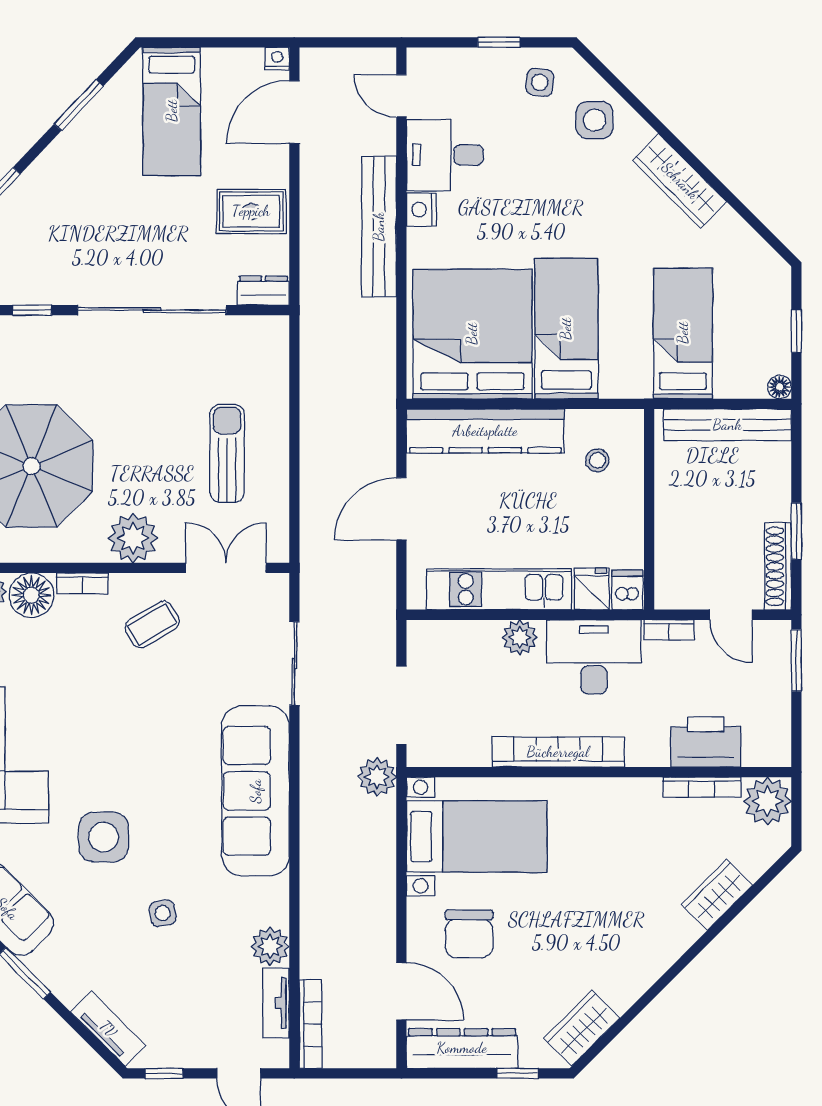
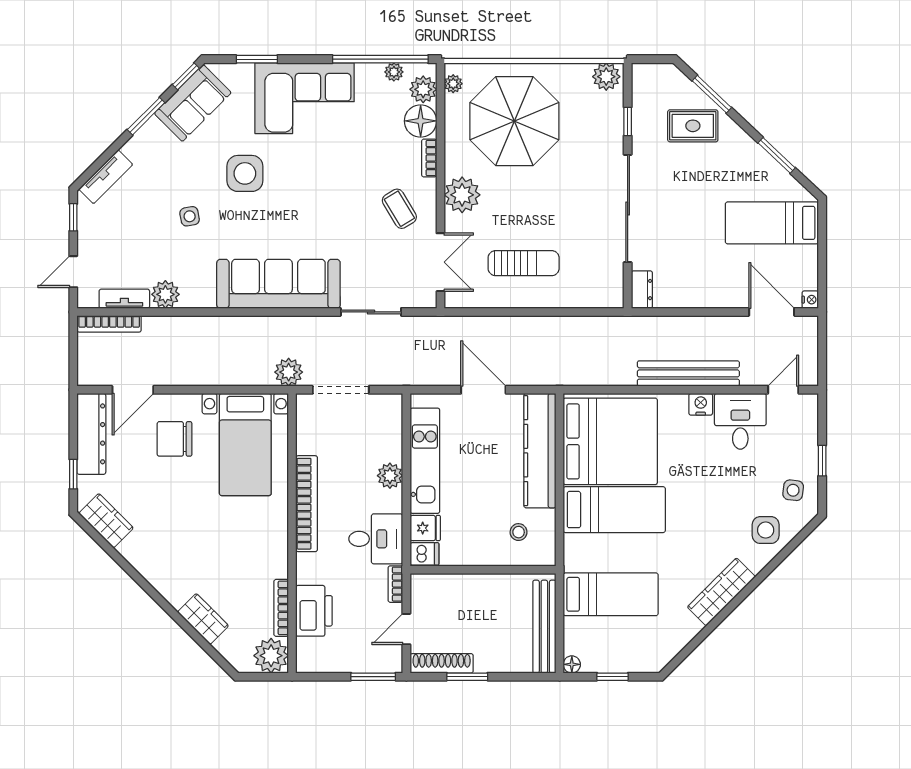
rug: (251, 211) -> (693, 126), moved, turned 90
desk: (594, 657) -> (376, 539), width x0.73

